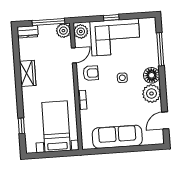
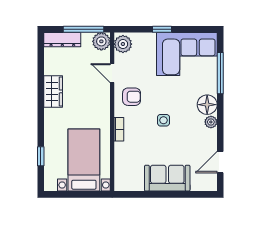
dresser: (28, 32) -> (62, 40), width x1.44
corner sofa: (115, 37) -> (187, 54), moved
door: (74, 55) -> (112, 73), swing flipped
side table: (122, 78) -> (163, 120), moved
plant: (152, 94) -> (211, 122), width x0.53, depth x0.53
sofa: (117, 137) -> (167, 178), width x0.73

